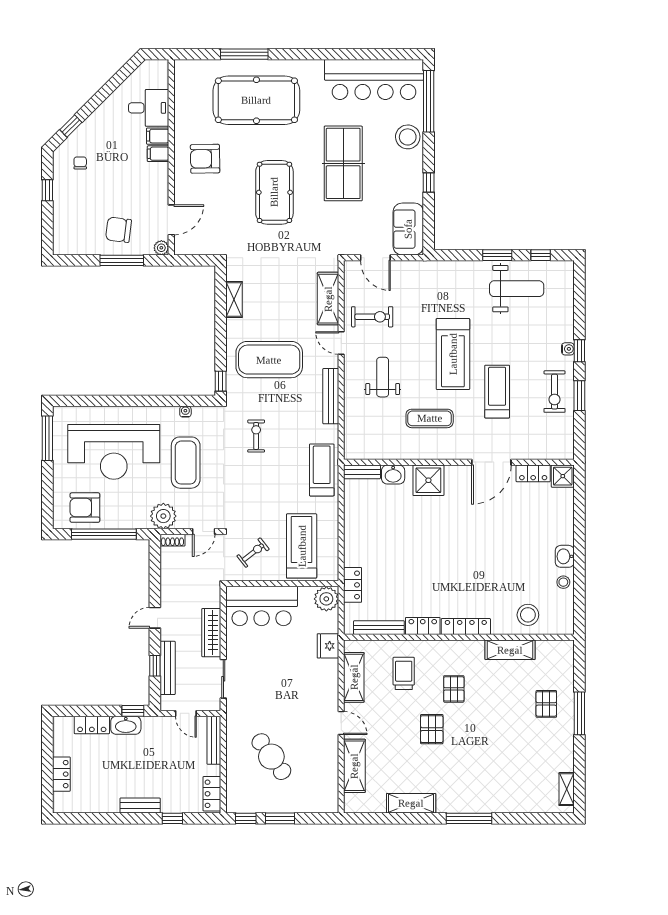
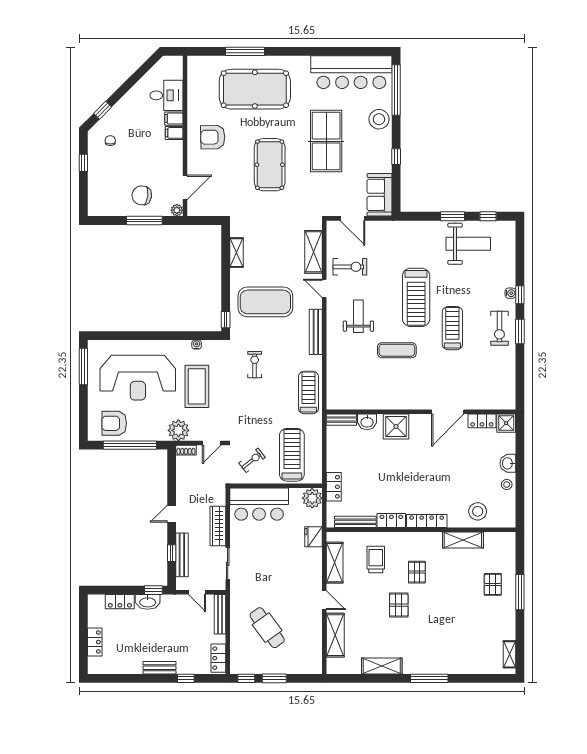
wall: (459, 462) -> (421, 412), moved
door: (491, 462) -> (448, 412), moved
bench: (362, 472) -> (341, 420), moved
locker: (533, 473) -> (482, 421), moved
washbasin: (393, 475) -> (367, 422), moved
shower: (563, 476) -> (506, 423), moved
shower: (428, 480) -> (396, 426), moved

